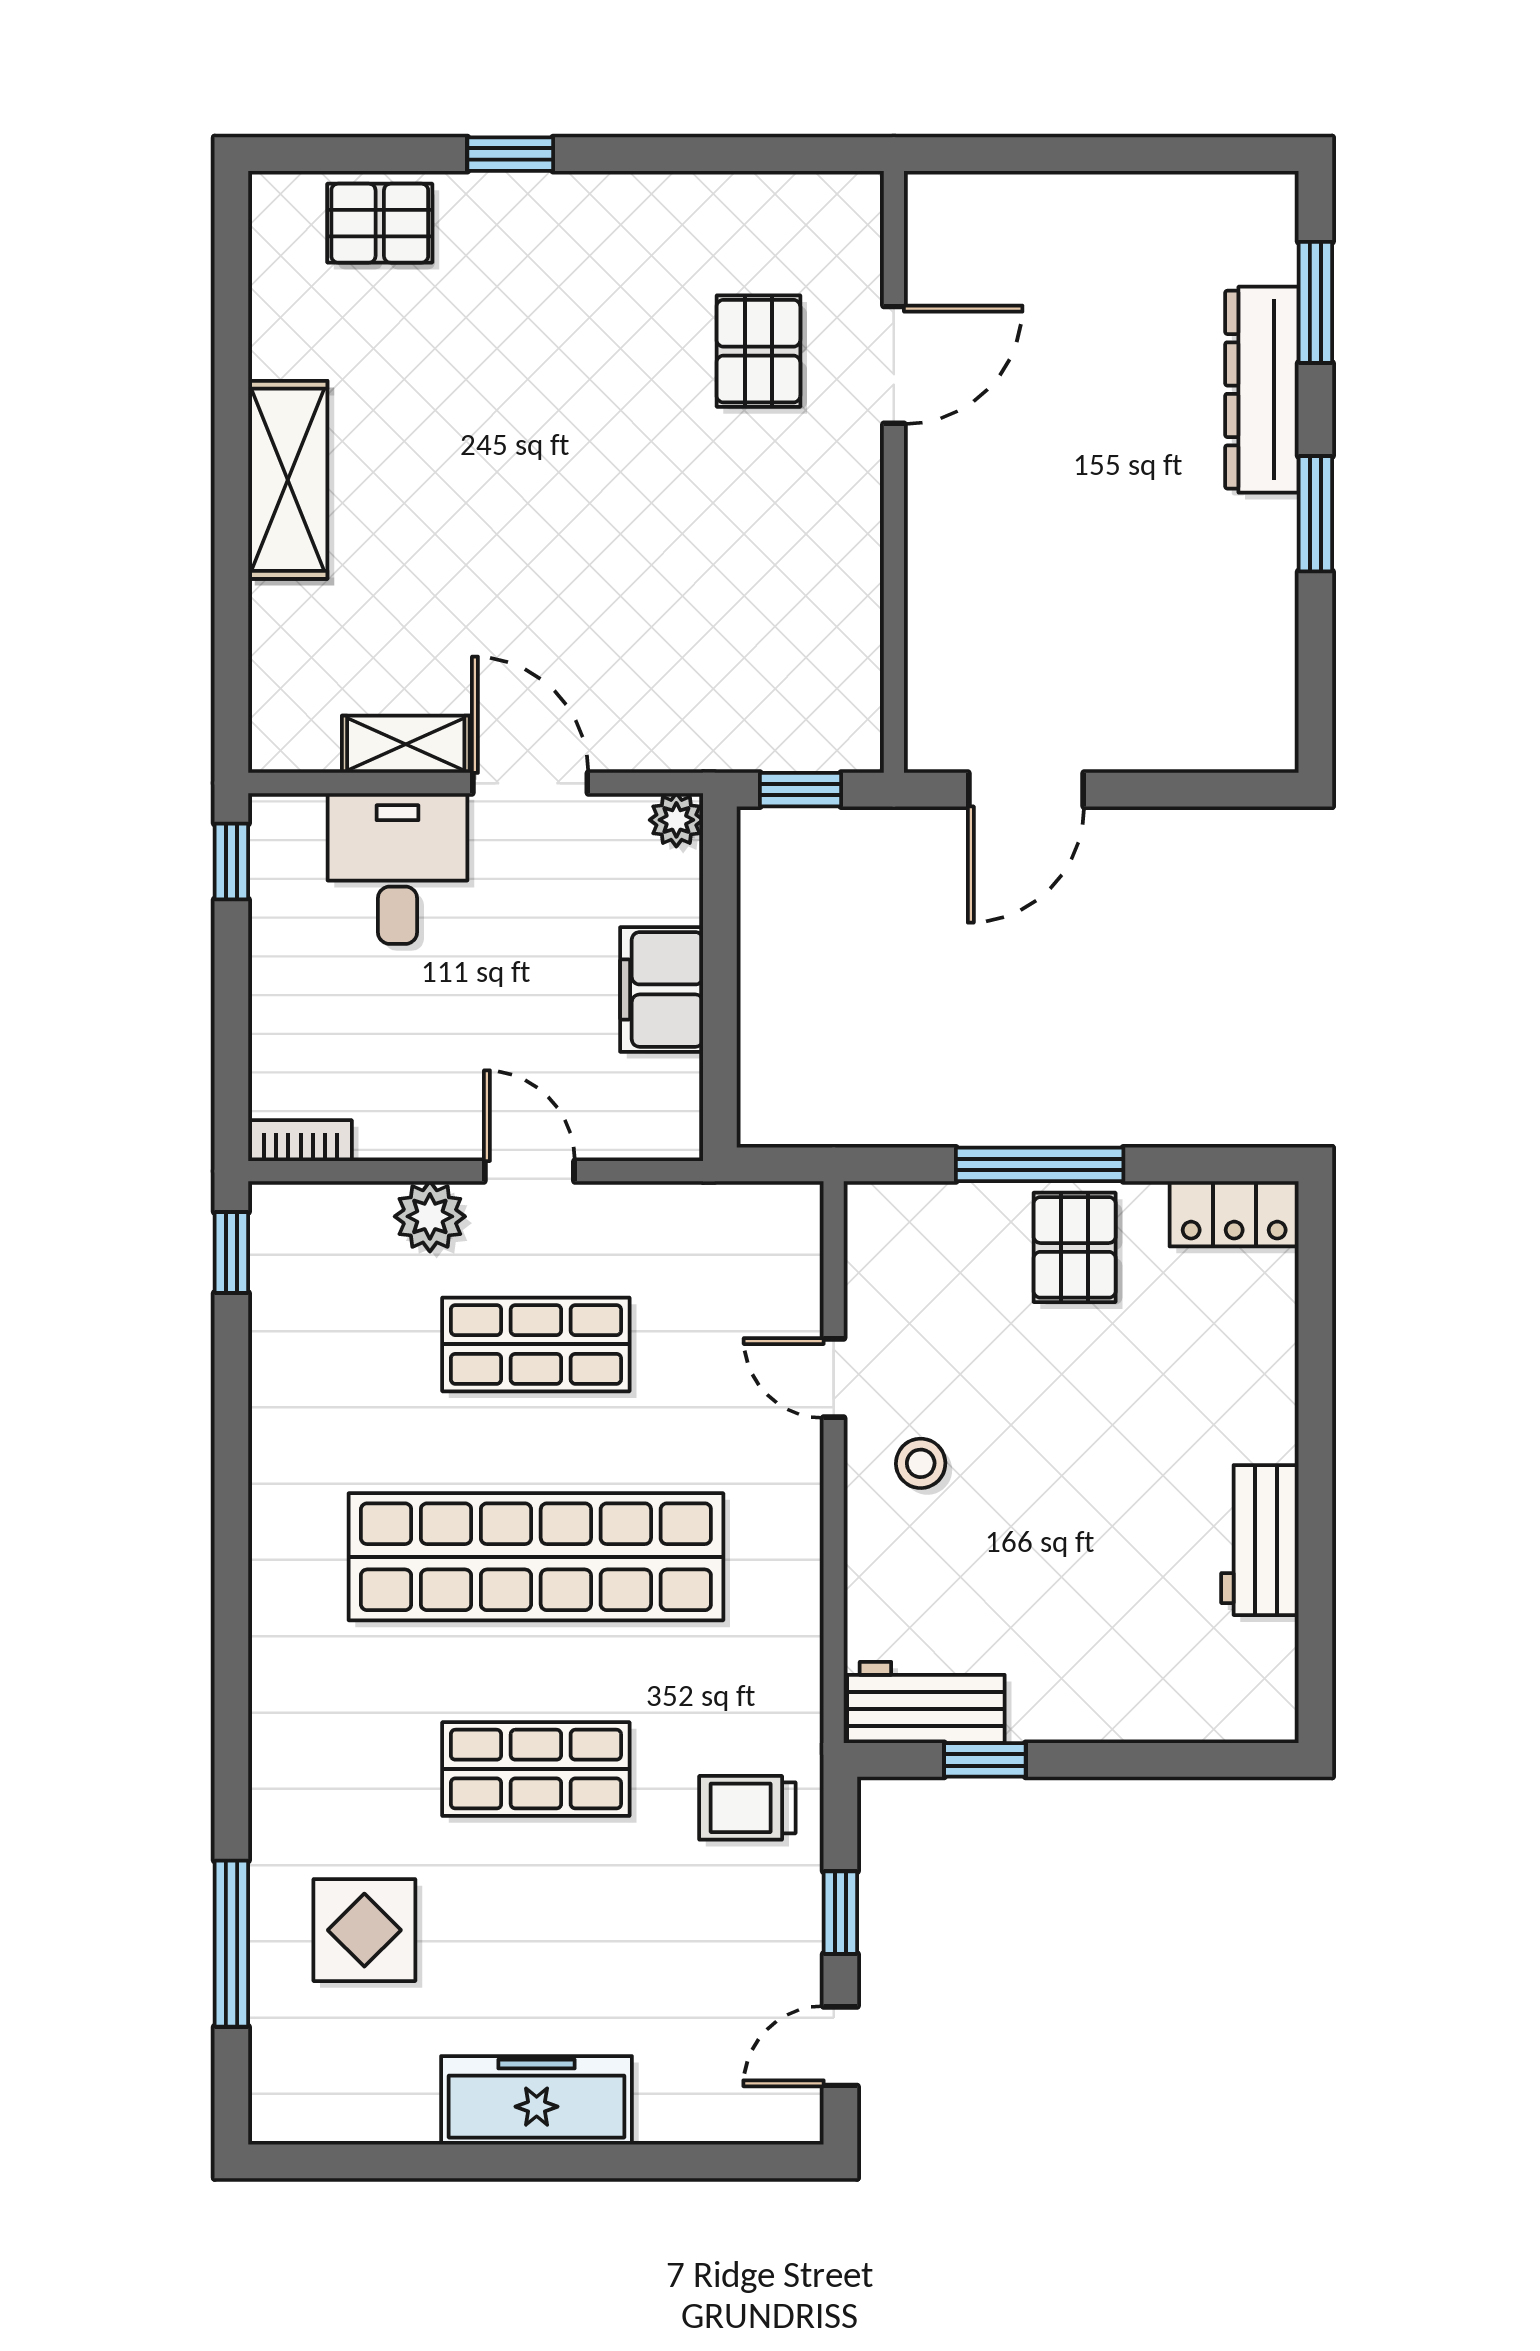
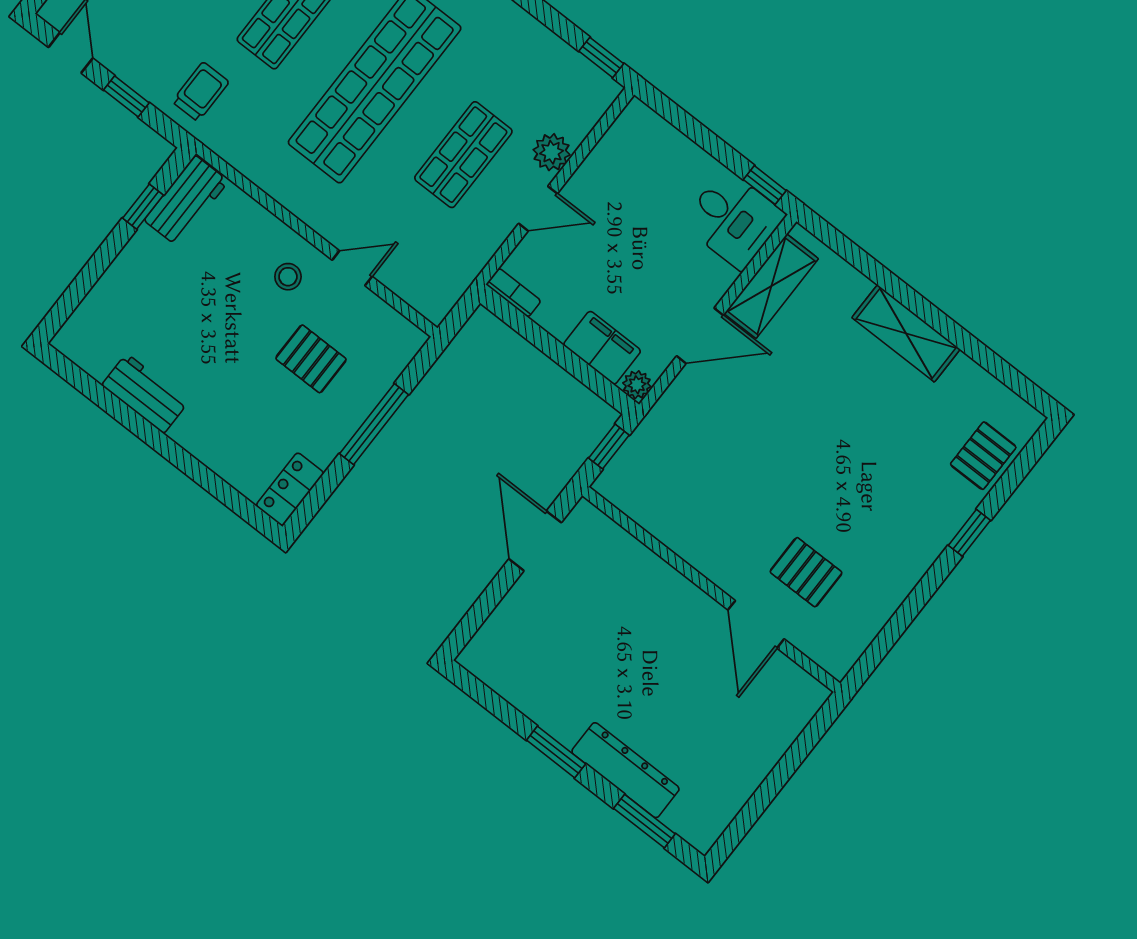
shelving: (406, 744) -> (771, 286), width x1.50, depth x1.33
desk: (397, 868) -> (733, 219), moved
filing cabinet: (662, 989) -> (602, 348), moved
bookcase: (301, 1141) -> (513, 293), moved, turned -90
pallet: (1075, 1247) -> (311, 359), moved

